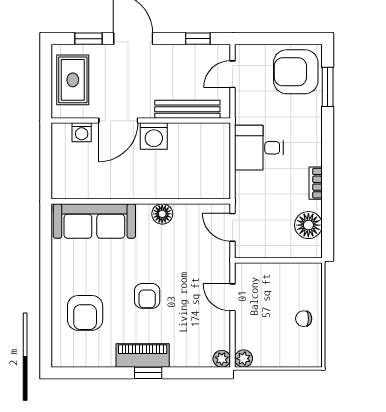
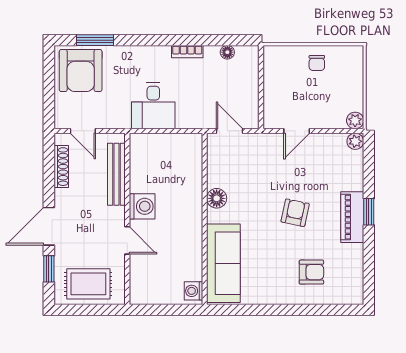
window: (198, 39) -> (49, 164), removed
shoe rack: (195, 52) -> (61, 167), added
door: (118, 121) -> (127, 240), width x0.73
washing machine: (82, 132) -> (193, 291), moved, turned 180
floor lamp: (308, 225) -> (227, 52), width x0.53, depth x0.53
door: (233, 227) -> (229, 131), swing flipped
armchair: (147, 296) -> (295, 213), turned -78
armchair: (85, 313) -> (311, 272), width x0.72, depth x0.72

